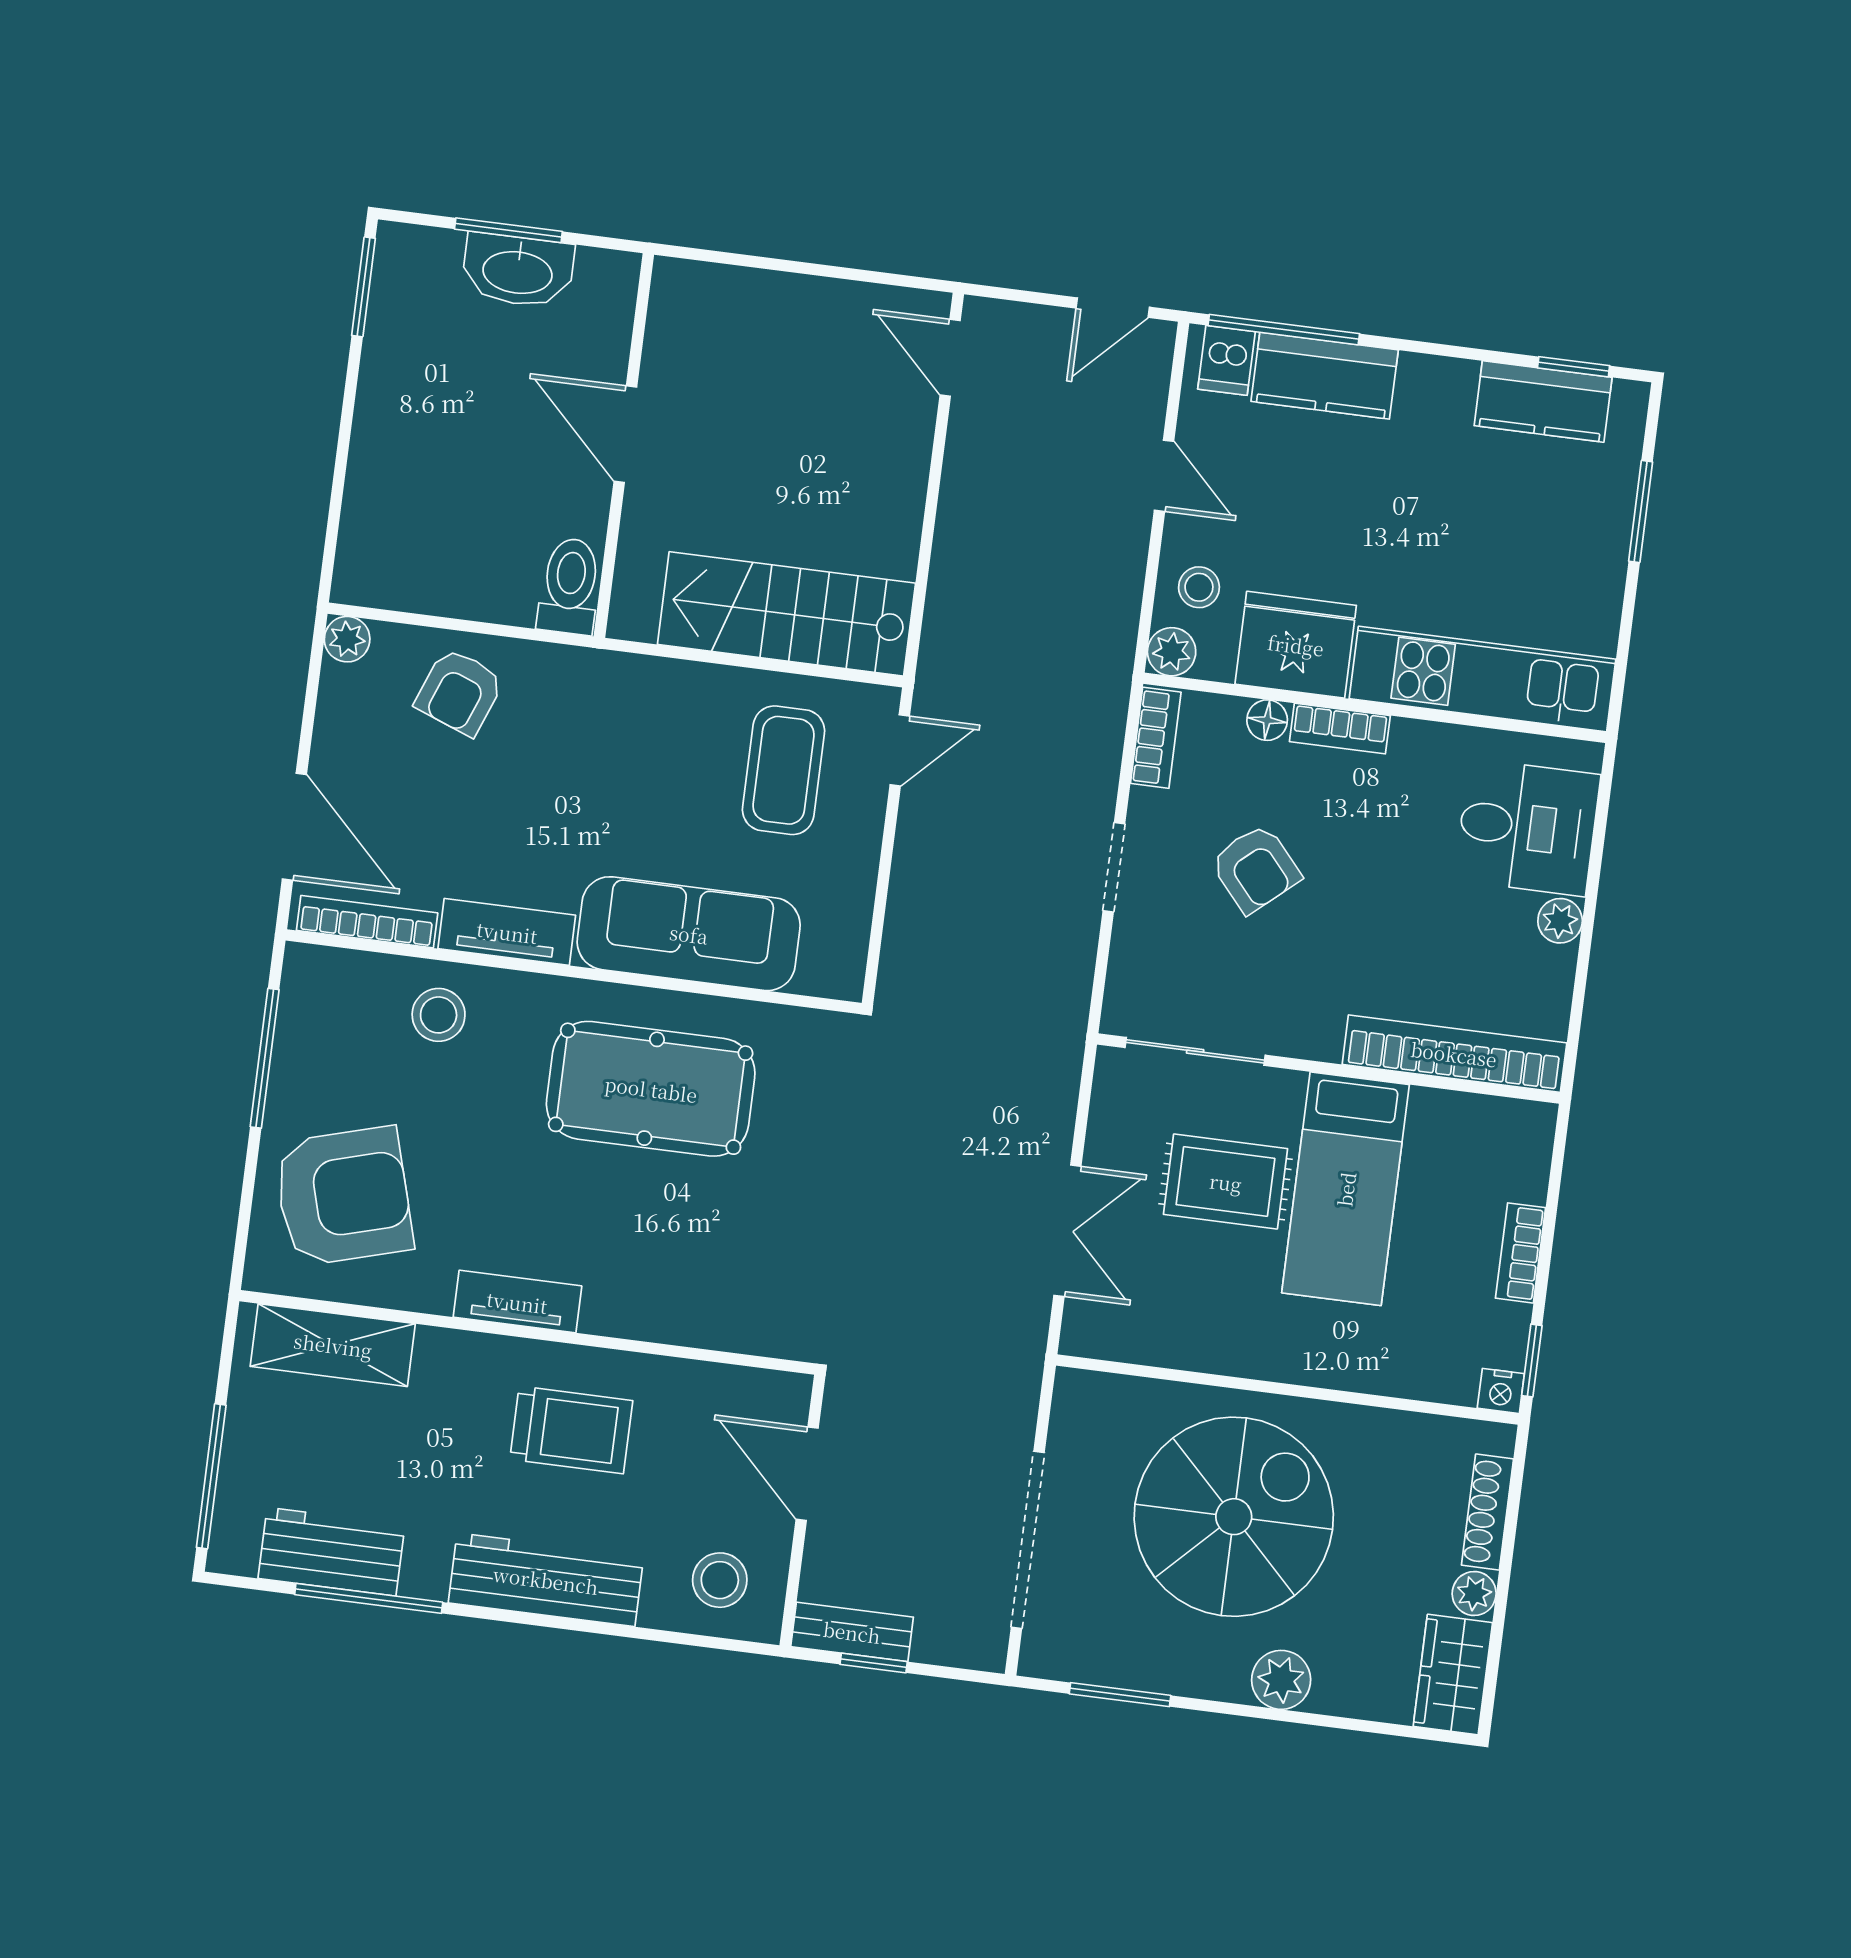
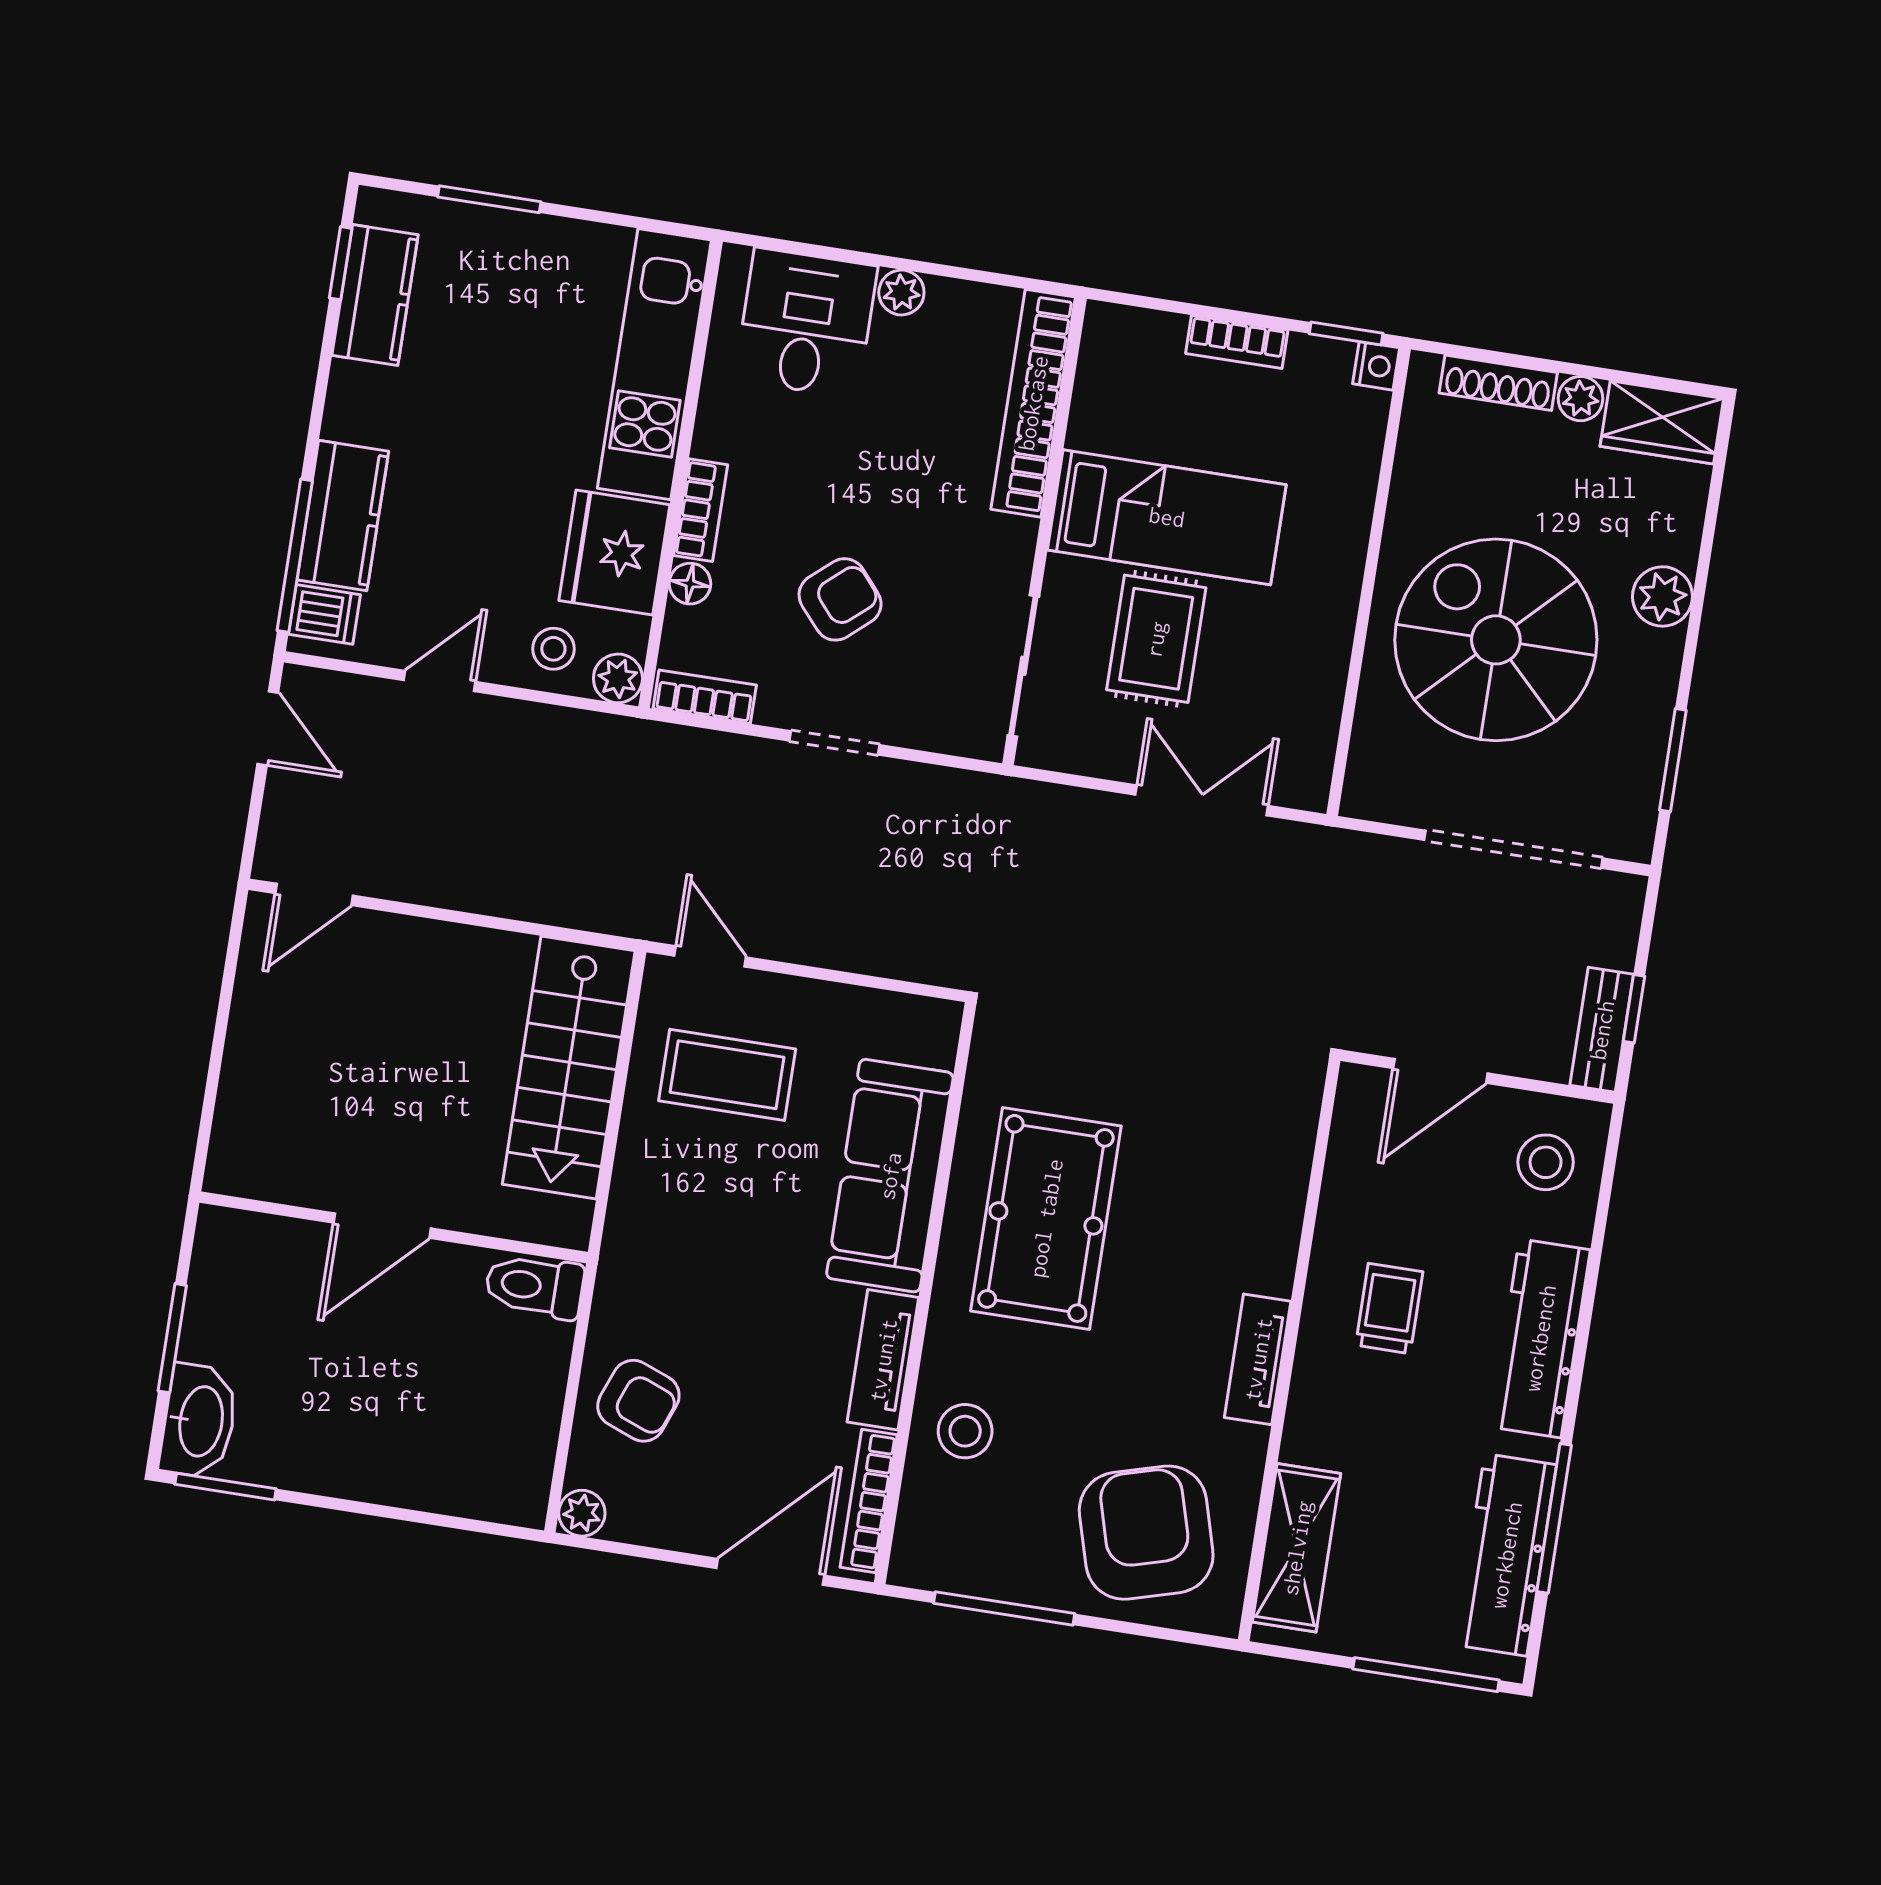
washbasin: (518, 271) -> (199, 1421), moved
trolley: (571, 1430) -> (1389, 1309), width x0.73, depth x0.72
workbench: (331, 1552) -> (1506, 1555), width x1.38

